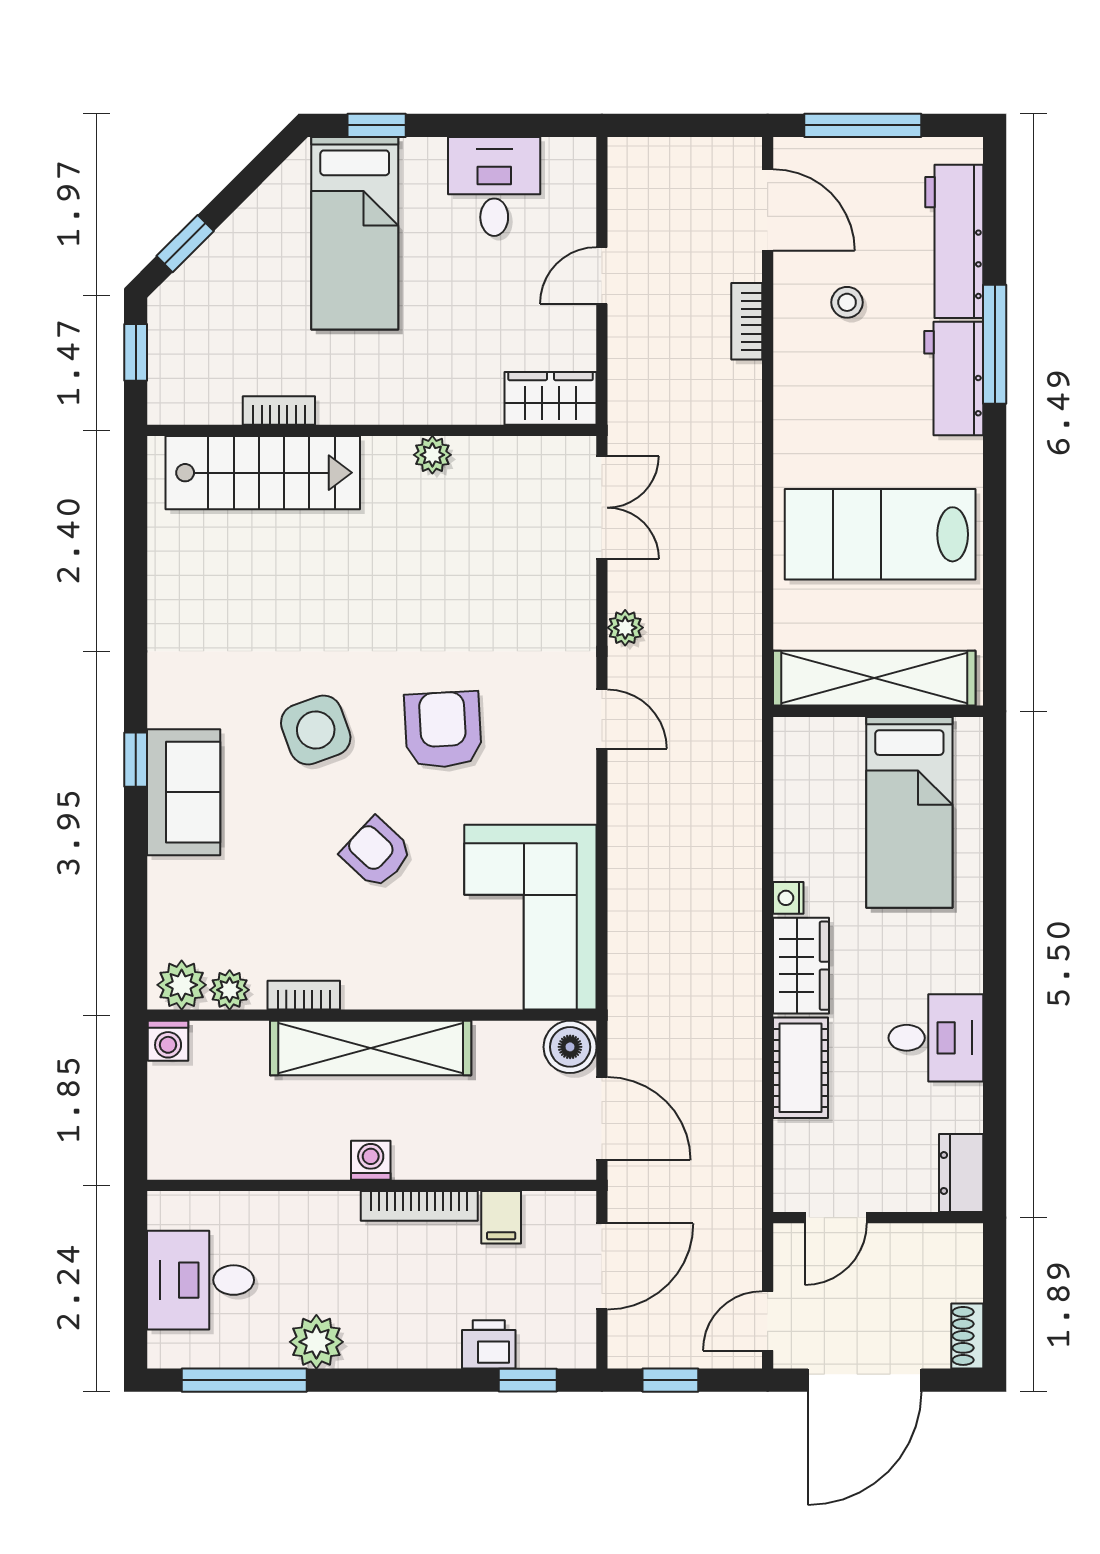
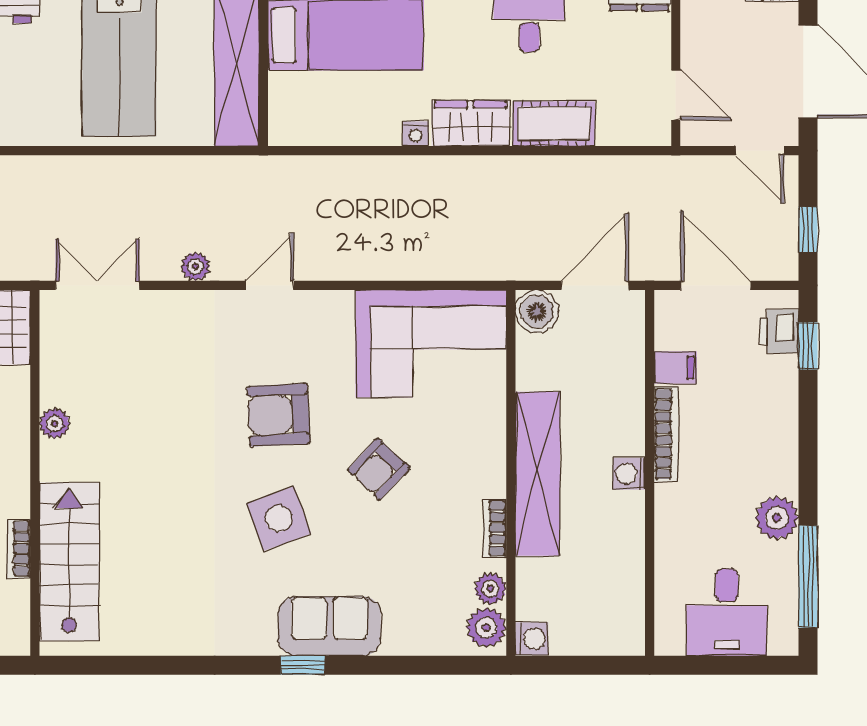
printer: (489, 1344) -> (779, 331), moved

